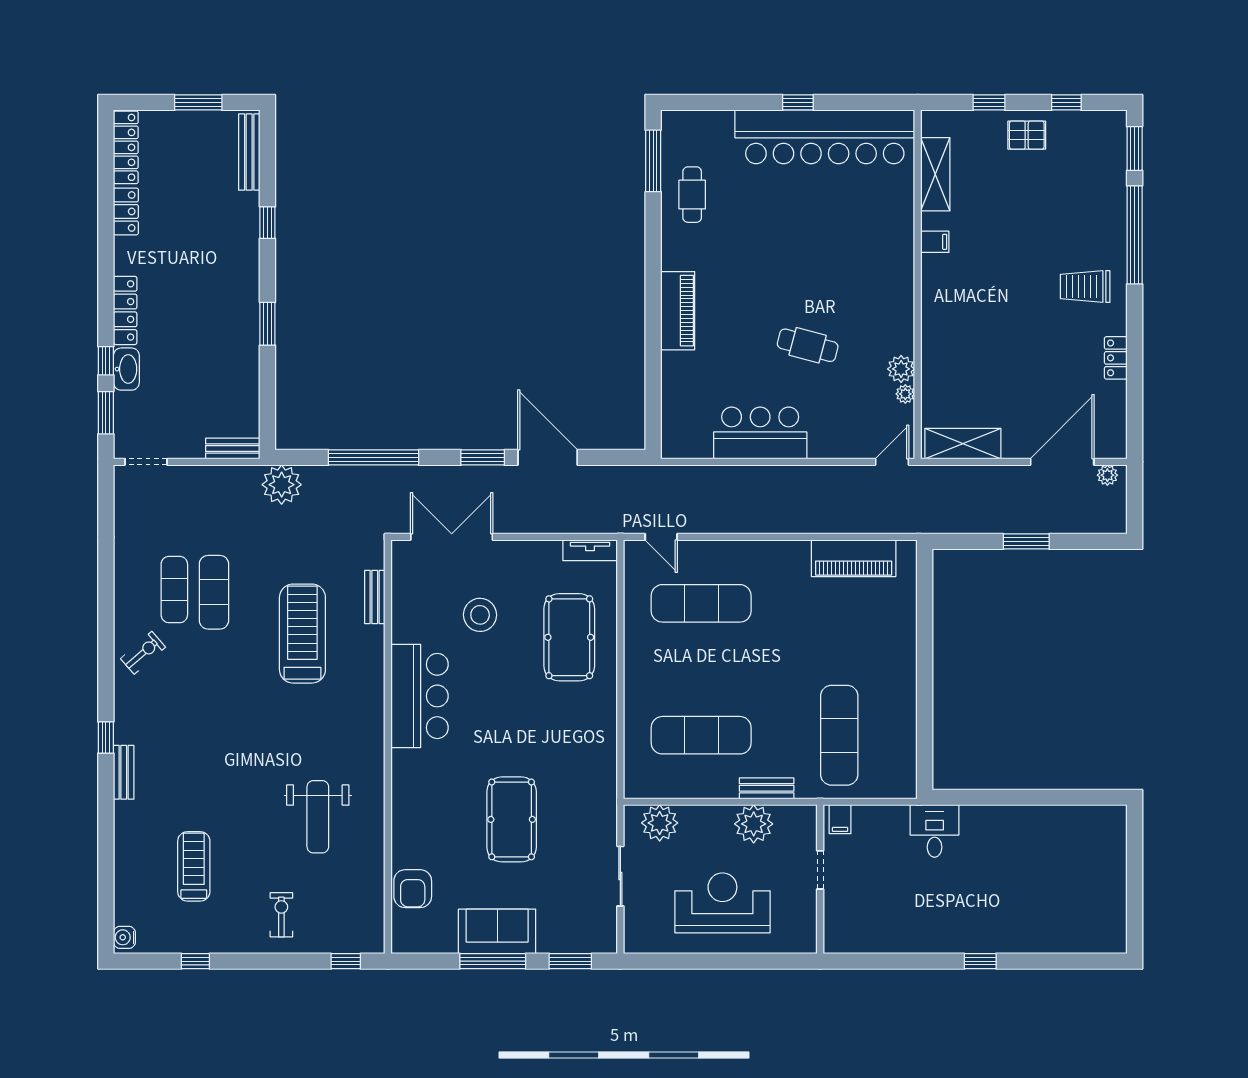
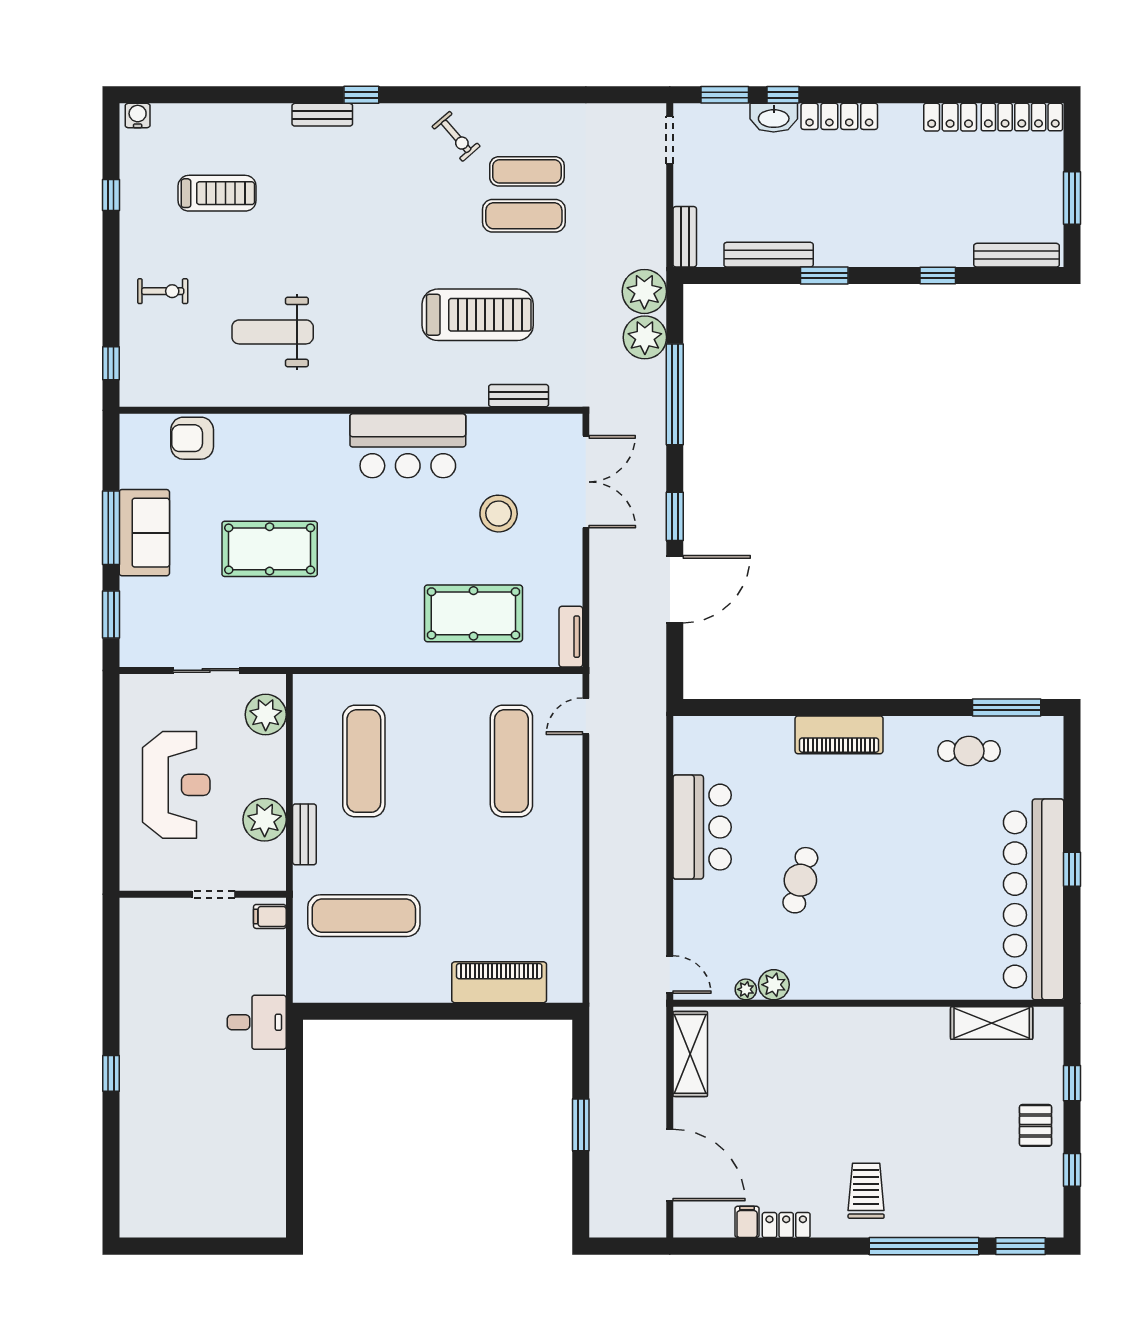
filing cabinet: (935, 242) -> (747, 1222), moved, turned 180
bench: (249, 374) -> (769, 255), added
plant: (1107, 475) -> (645, 337), moved, width x1.87, depth x1.87
piano: (854, 558) -> (499, 982), moved, turned 90

